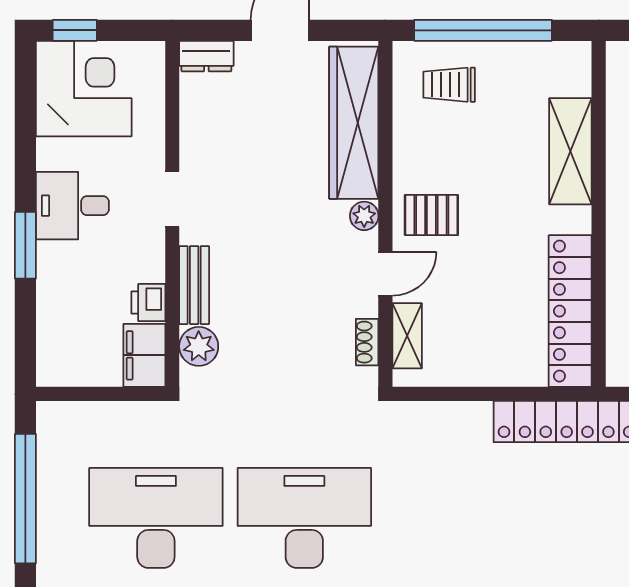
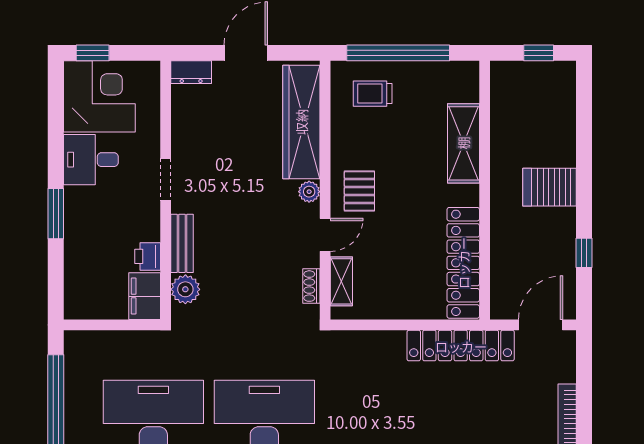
desk: (72, 206) -> (91, 160), moved
pallet: (431, 215) -> (359, 191), turned 90

